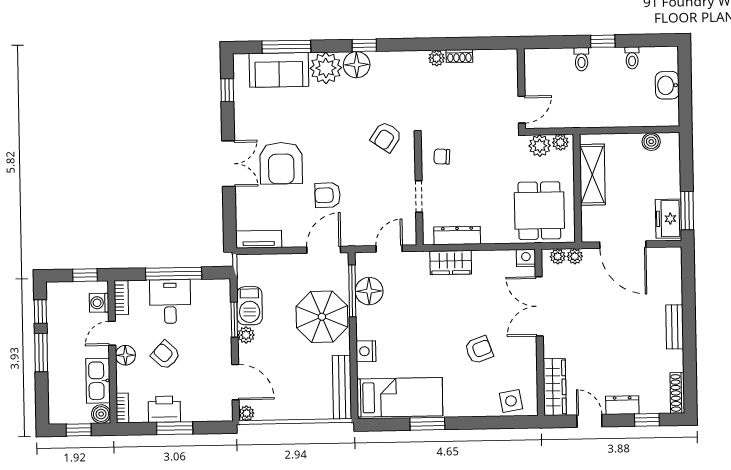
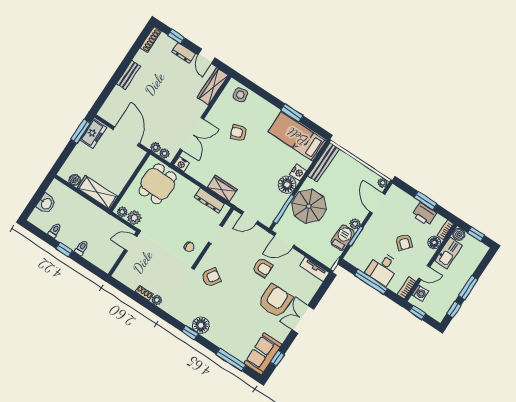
plant: (326, 68) -> (218, 334), removed
sofa: (279, 70) -> (263, 354), moved, turned -90
shelving: (592, 175) -> (97, 192), moved, turned 90
floor lamp: (369, 291) -> (287, 185), moved
floor lamp: (125, 355) -> (434, 243), moved

